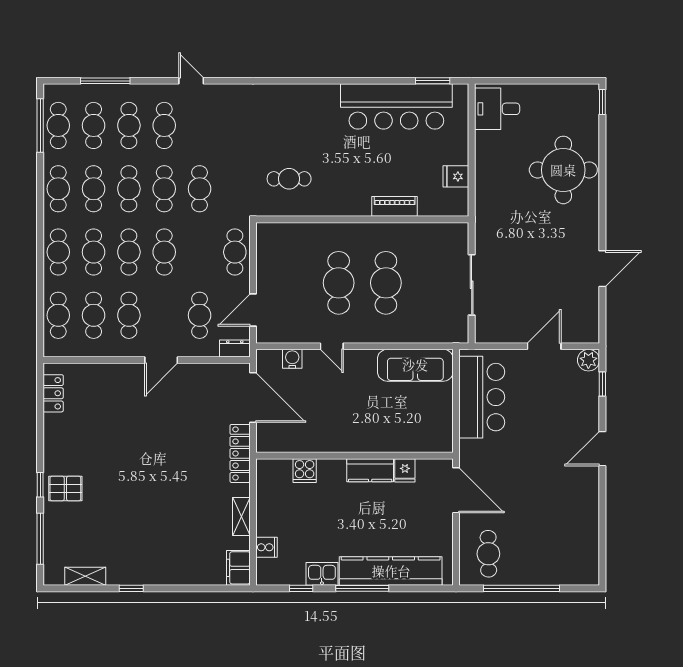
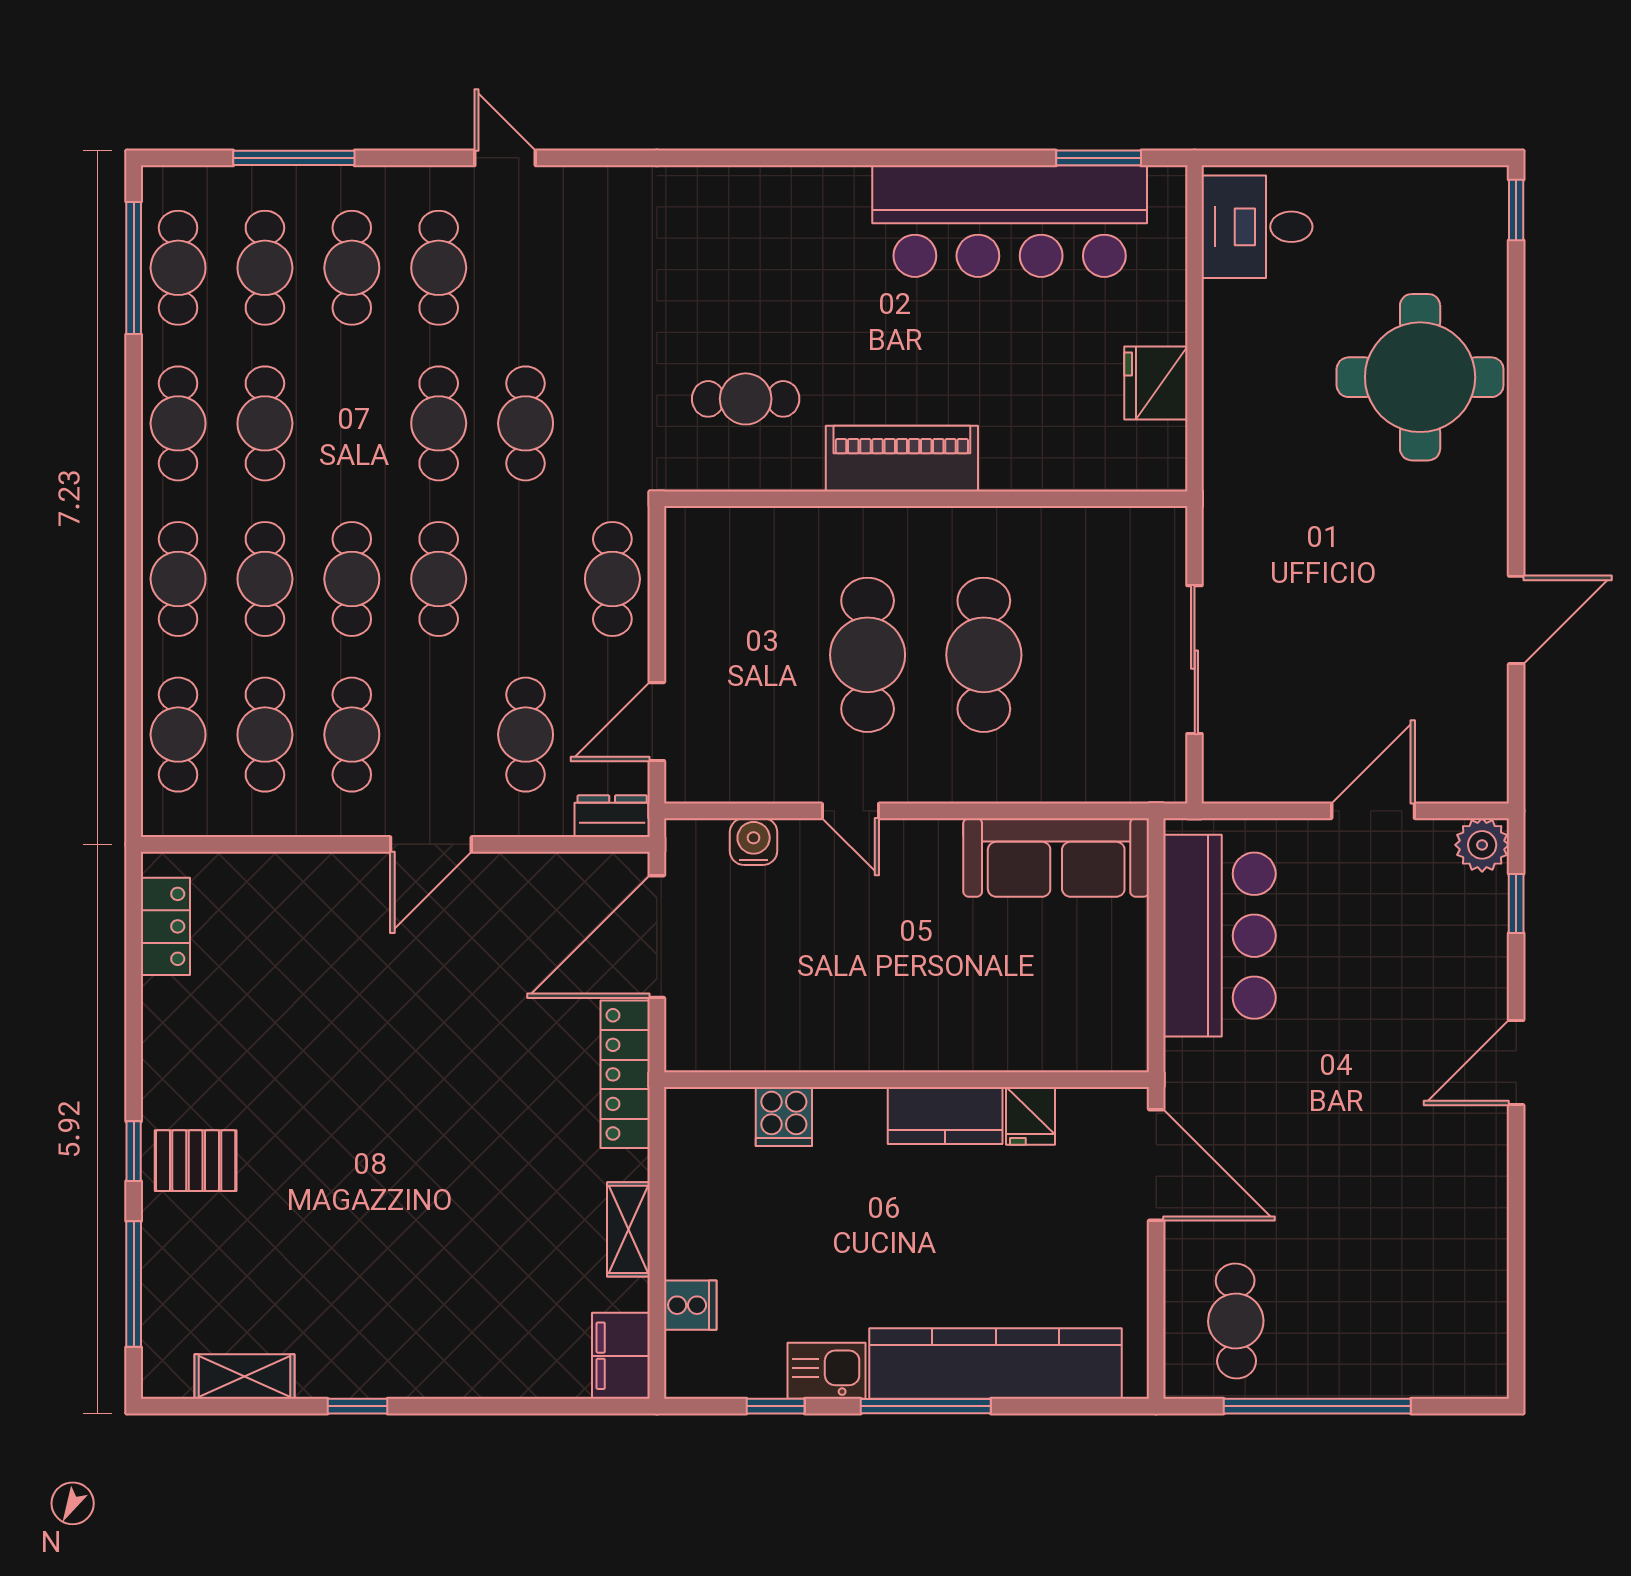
fridge: (456, 176) -> (1156, 383), width x1.38
cafe table: (129, 189) -> (352, 423), removed
piano: (395, 206) -> (902, 459), moved, width x1.37, depth x1.33
door: (253, 397) -> (657, 937), swing flipped

